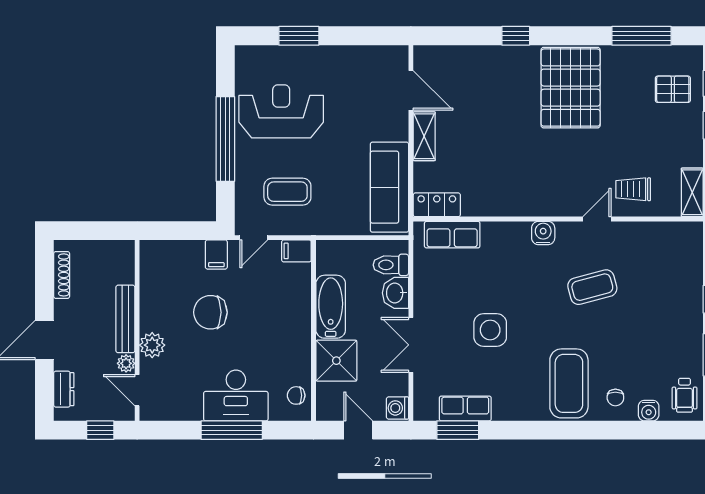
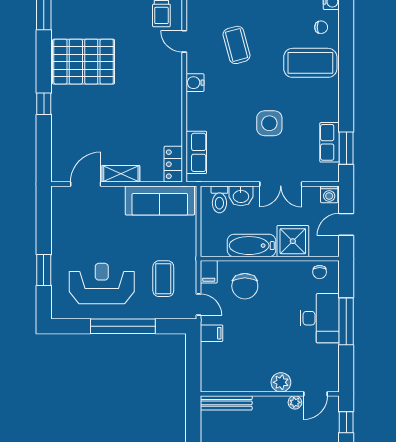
reception desk: (281, 111) -> (102, 283), turned 90
chair: (210, 312) -> (245, 286), moved
bench: (125, 319) -> (226, 403), moved

